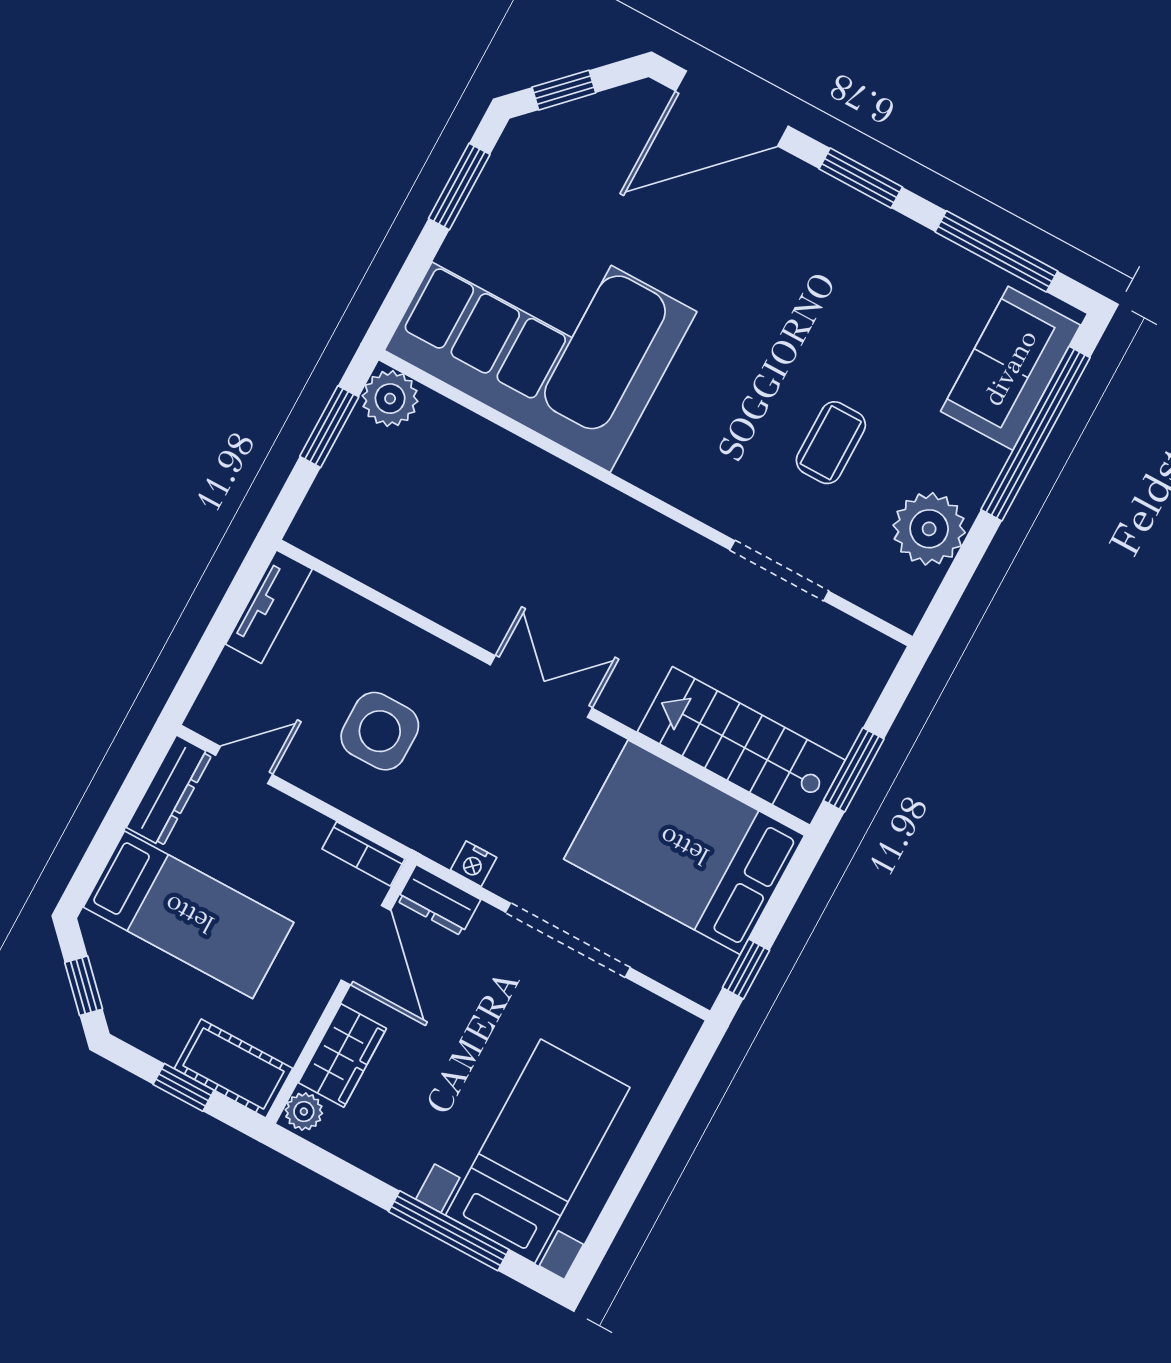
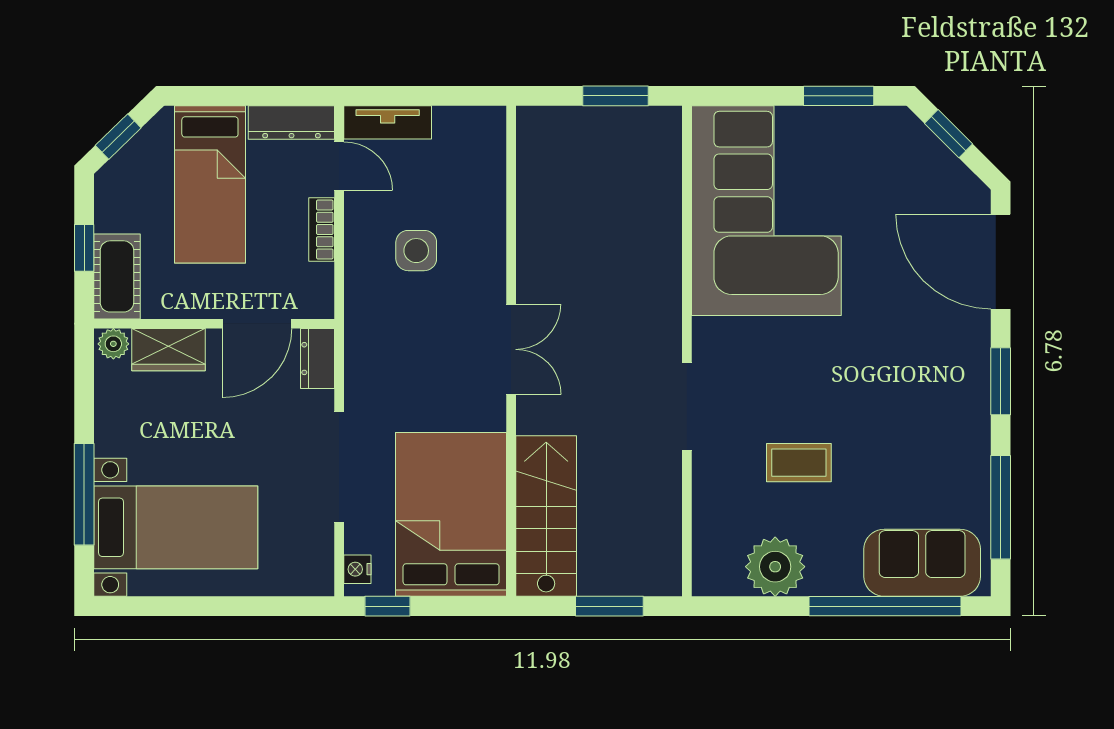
plant: (390, 399) -> (659, 129), removed
doorway: (779, 571) -> (687, 406), moved
tv unit: (269, 607) -> (388, 122), moved
side table: (380, 731) -> (416, 251), width x0.73, depth x0.73
window: (854, 770) -> (609, 606), moved
bookcase: (363, 854) -> (322, 229), moved
nightstand: (474, 864) -> (357, 569), moved

